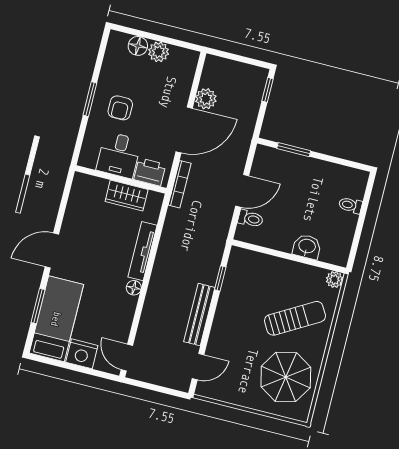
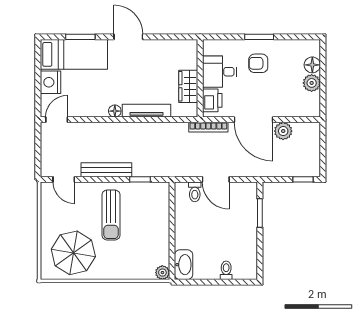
washbasin: (307, 247) -> (184, 265), moved, width x1.38
sun lounger: (295, 318) -> (111, 215), moved, turned 30

